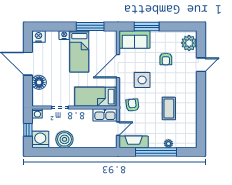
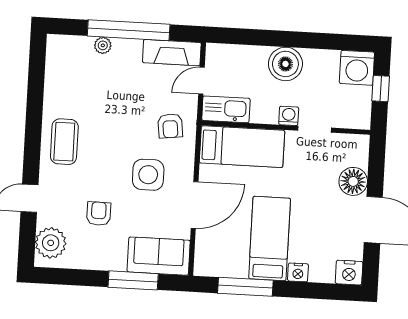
coffee table: (169, 109) -> (64, 142), moved
washing machine: (37, 113) -> (289, 116), moved
boiler: (64, 139) -> (285, 64), moved

